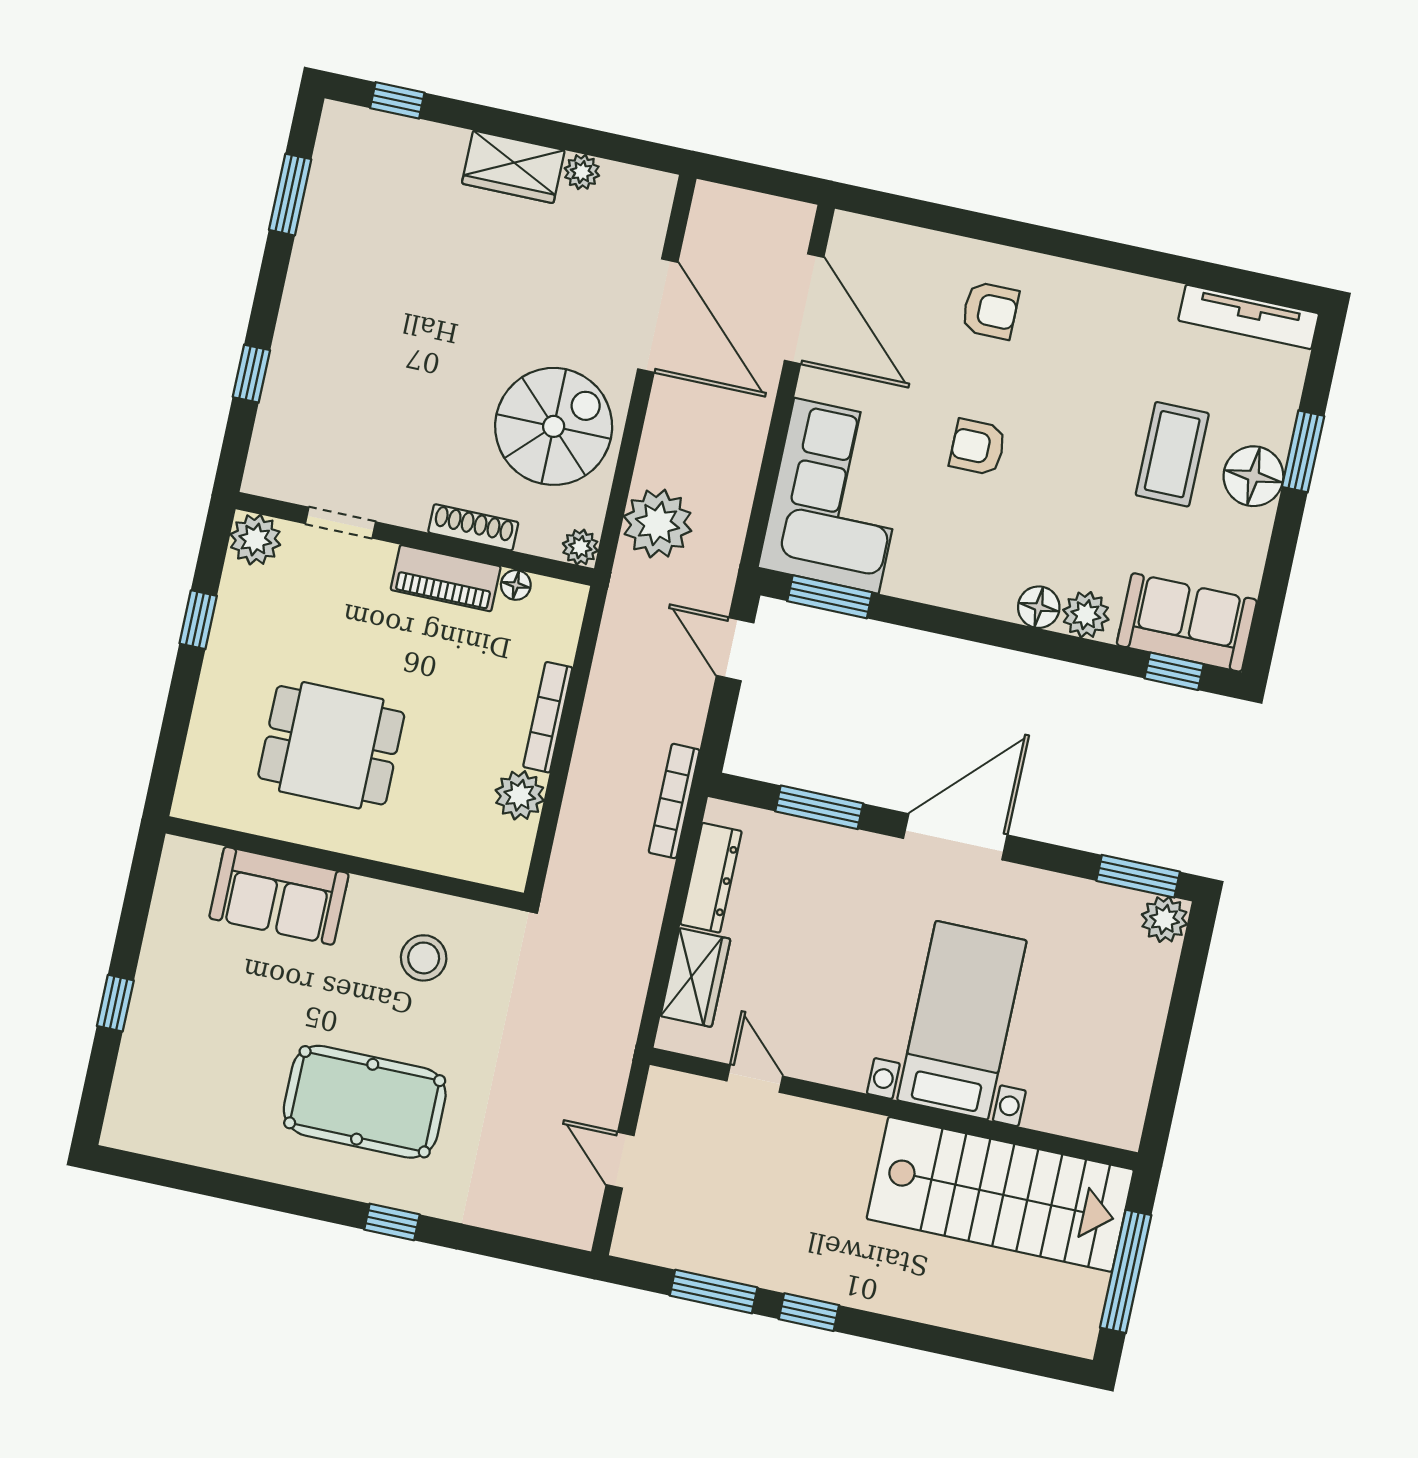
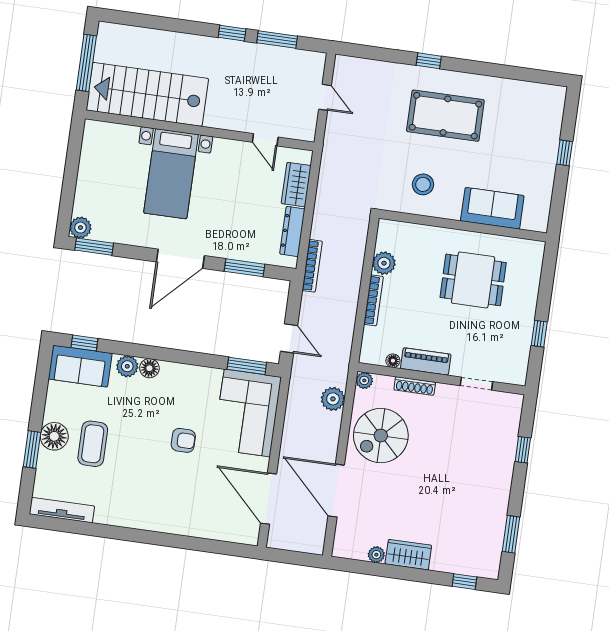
armchair: (990, 310) -> (182, 504), removed
plant: (657, 524) -> (333, 399), width x0.73, depth x0.73
plant: (255, 540) -> (515, 373), removed

